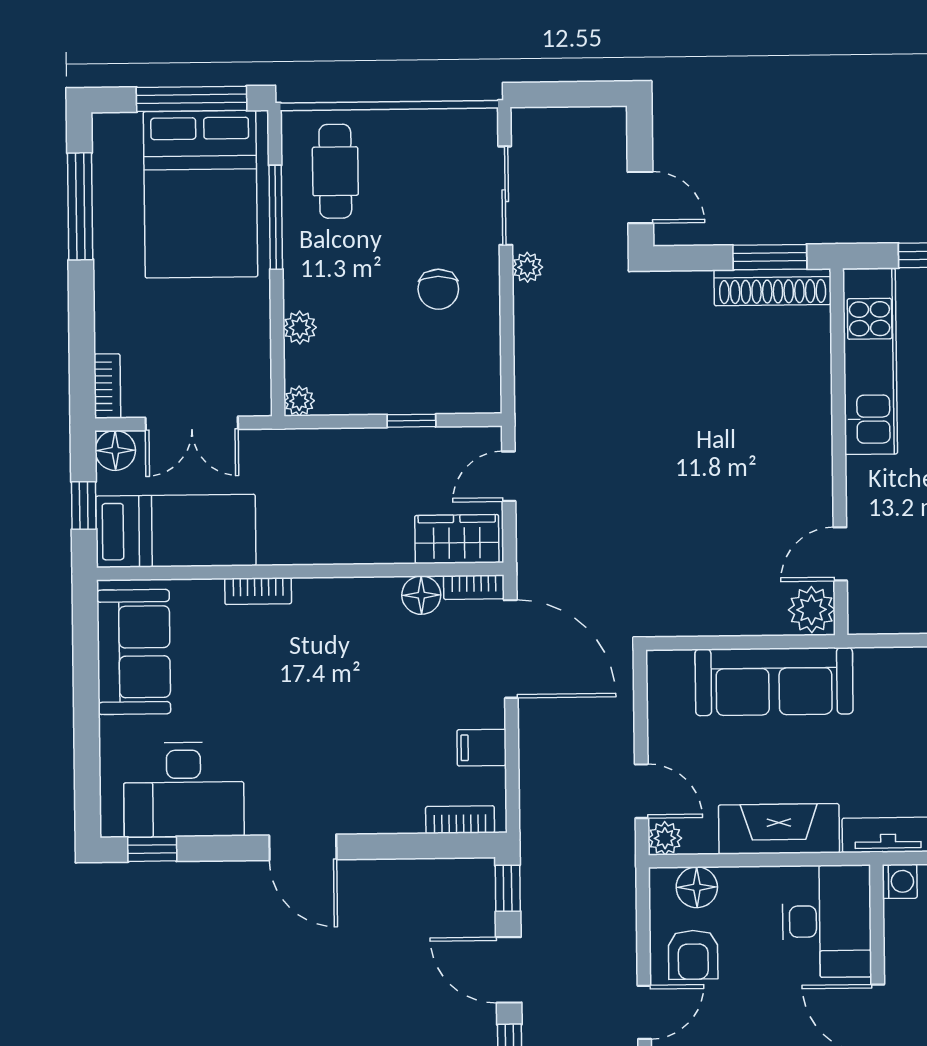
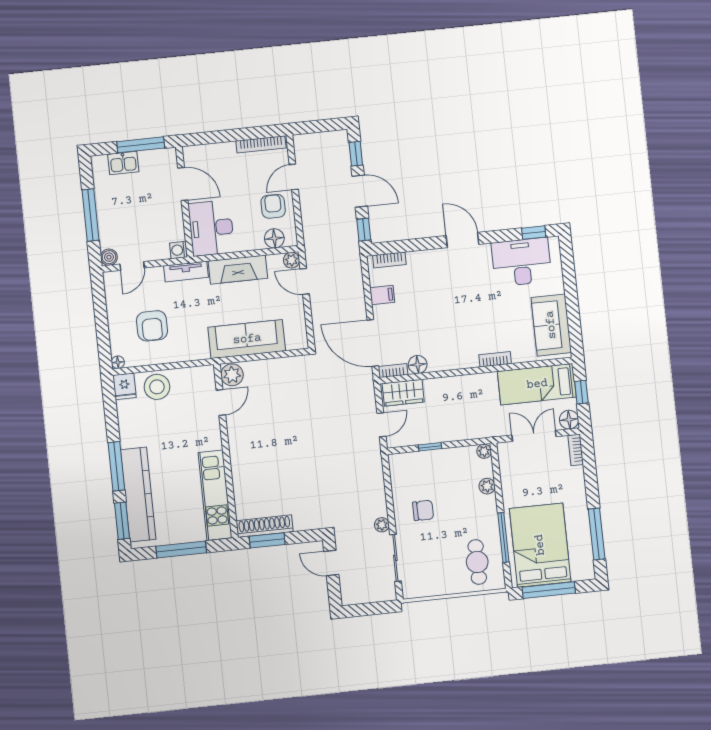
chair: (438, 289) -> (423, 510), turned 90

